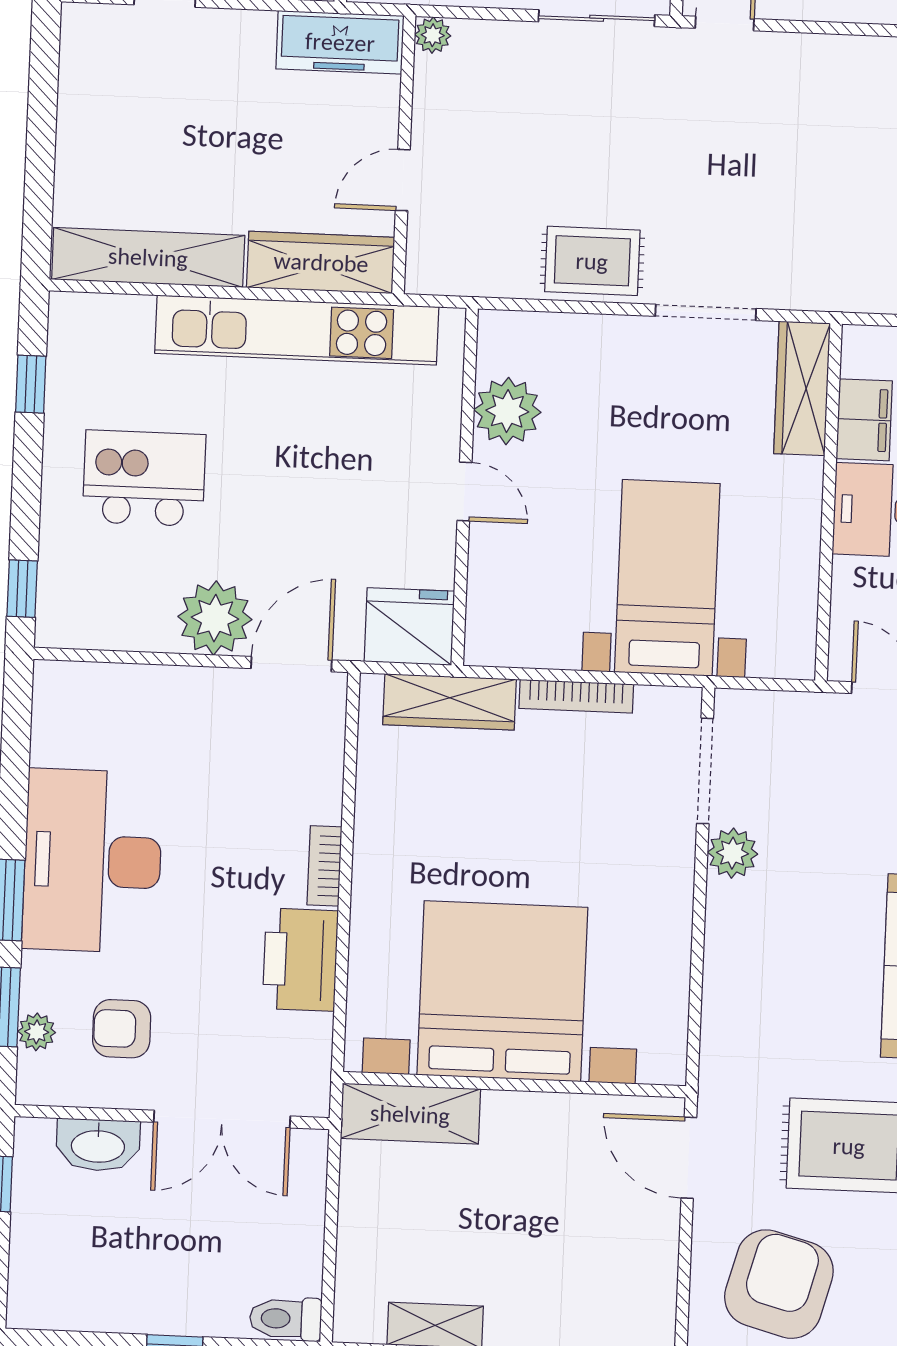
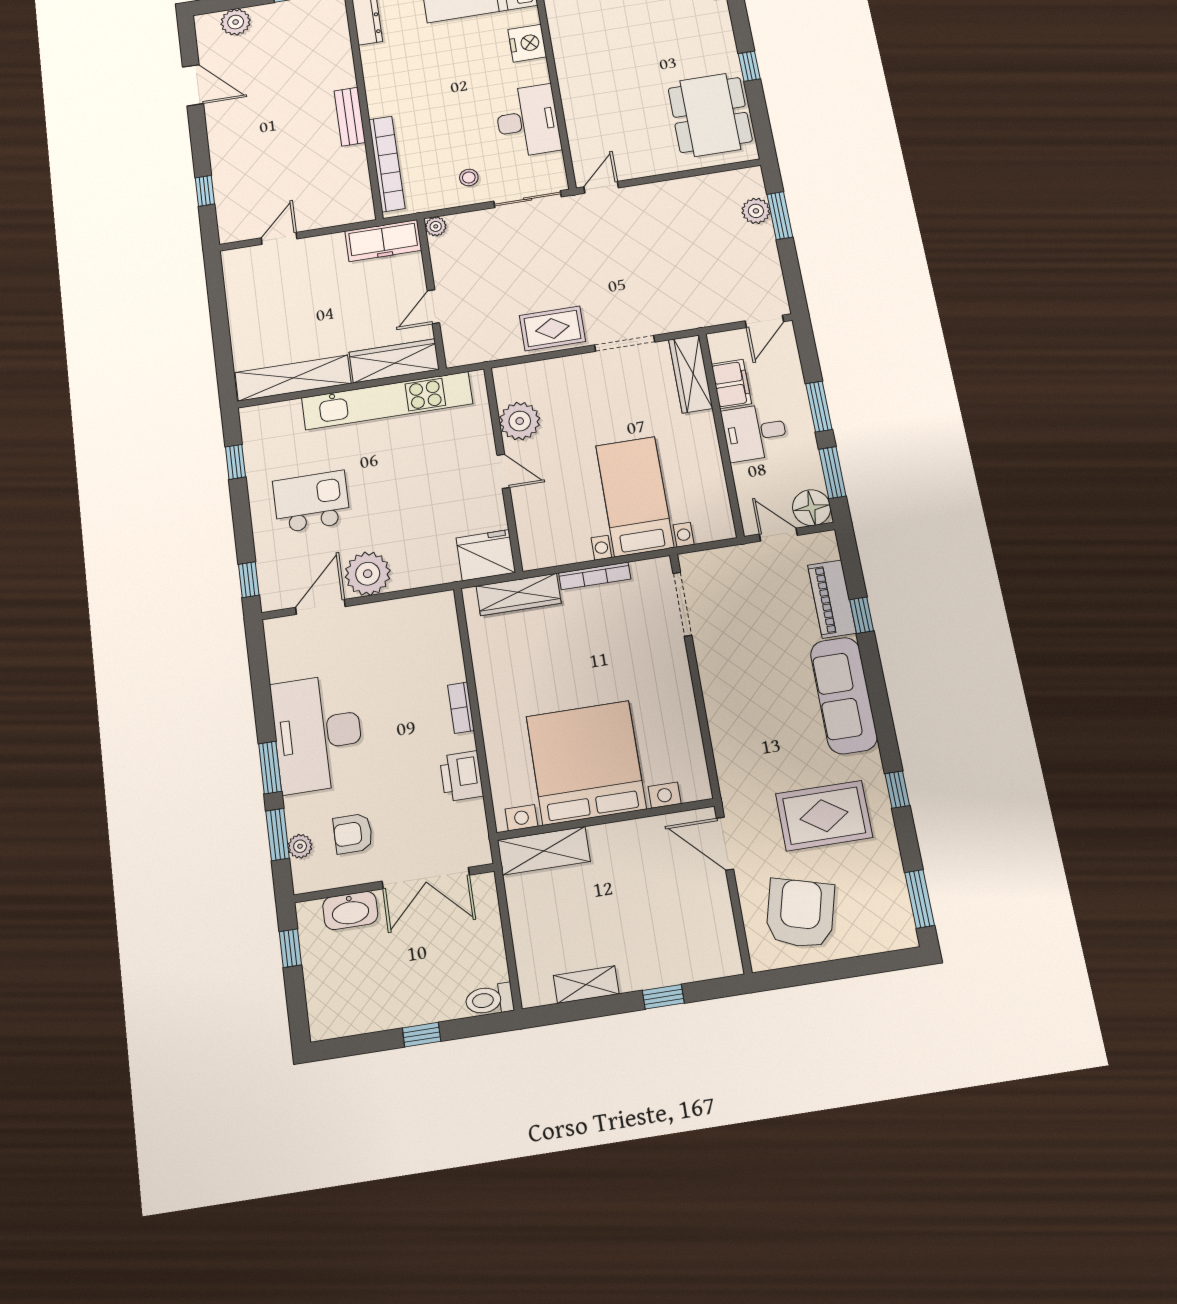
door: (291, 664) -> (320, 607), moved
plant: (733, 853) -> (710, 650), removed
printer: (300, 960) -> (462, 776), width x0.73, depth x0.84

